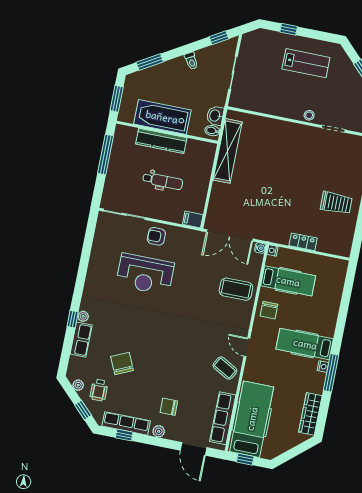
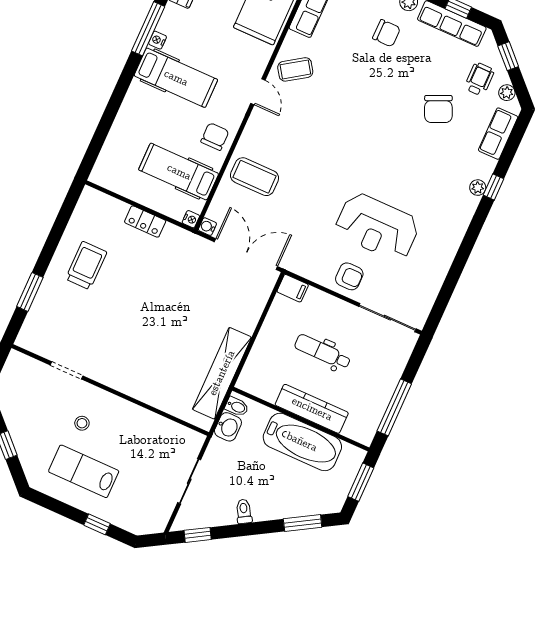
stool: (309, 115) -> (82, 423), moved
trolley: (336, 203) -> (86, 265), turned 90
reception desk: (145, 274) -> (377, 227), turned 180
row of seats: (81, 340) -> (498, 134), moved
coffee table: (225, 368) -> (295, 69), turned -63

